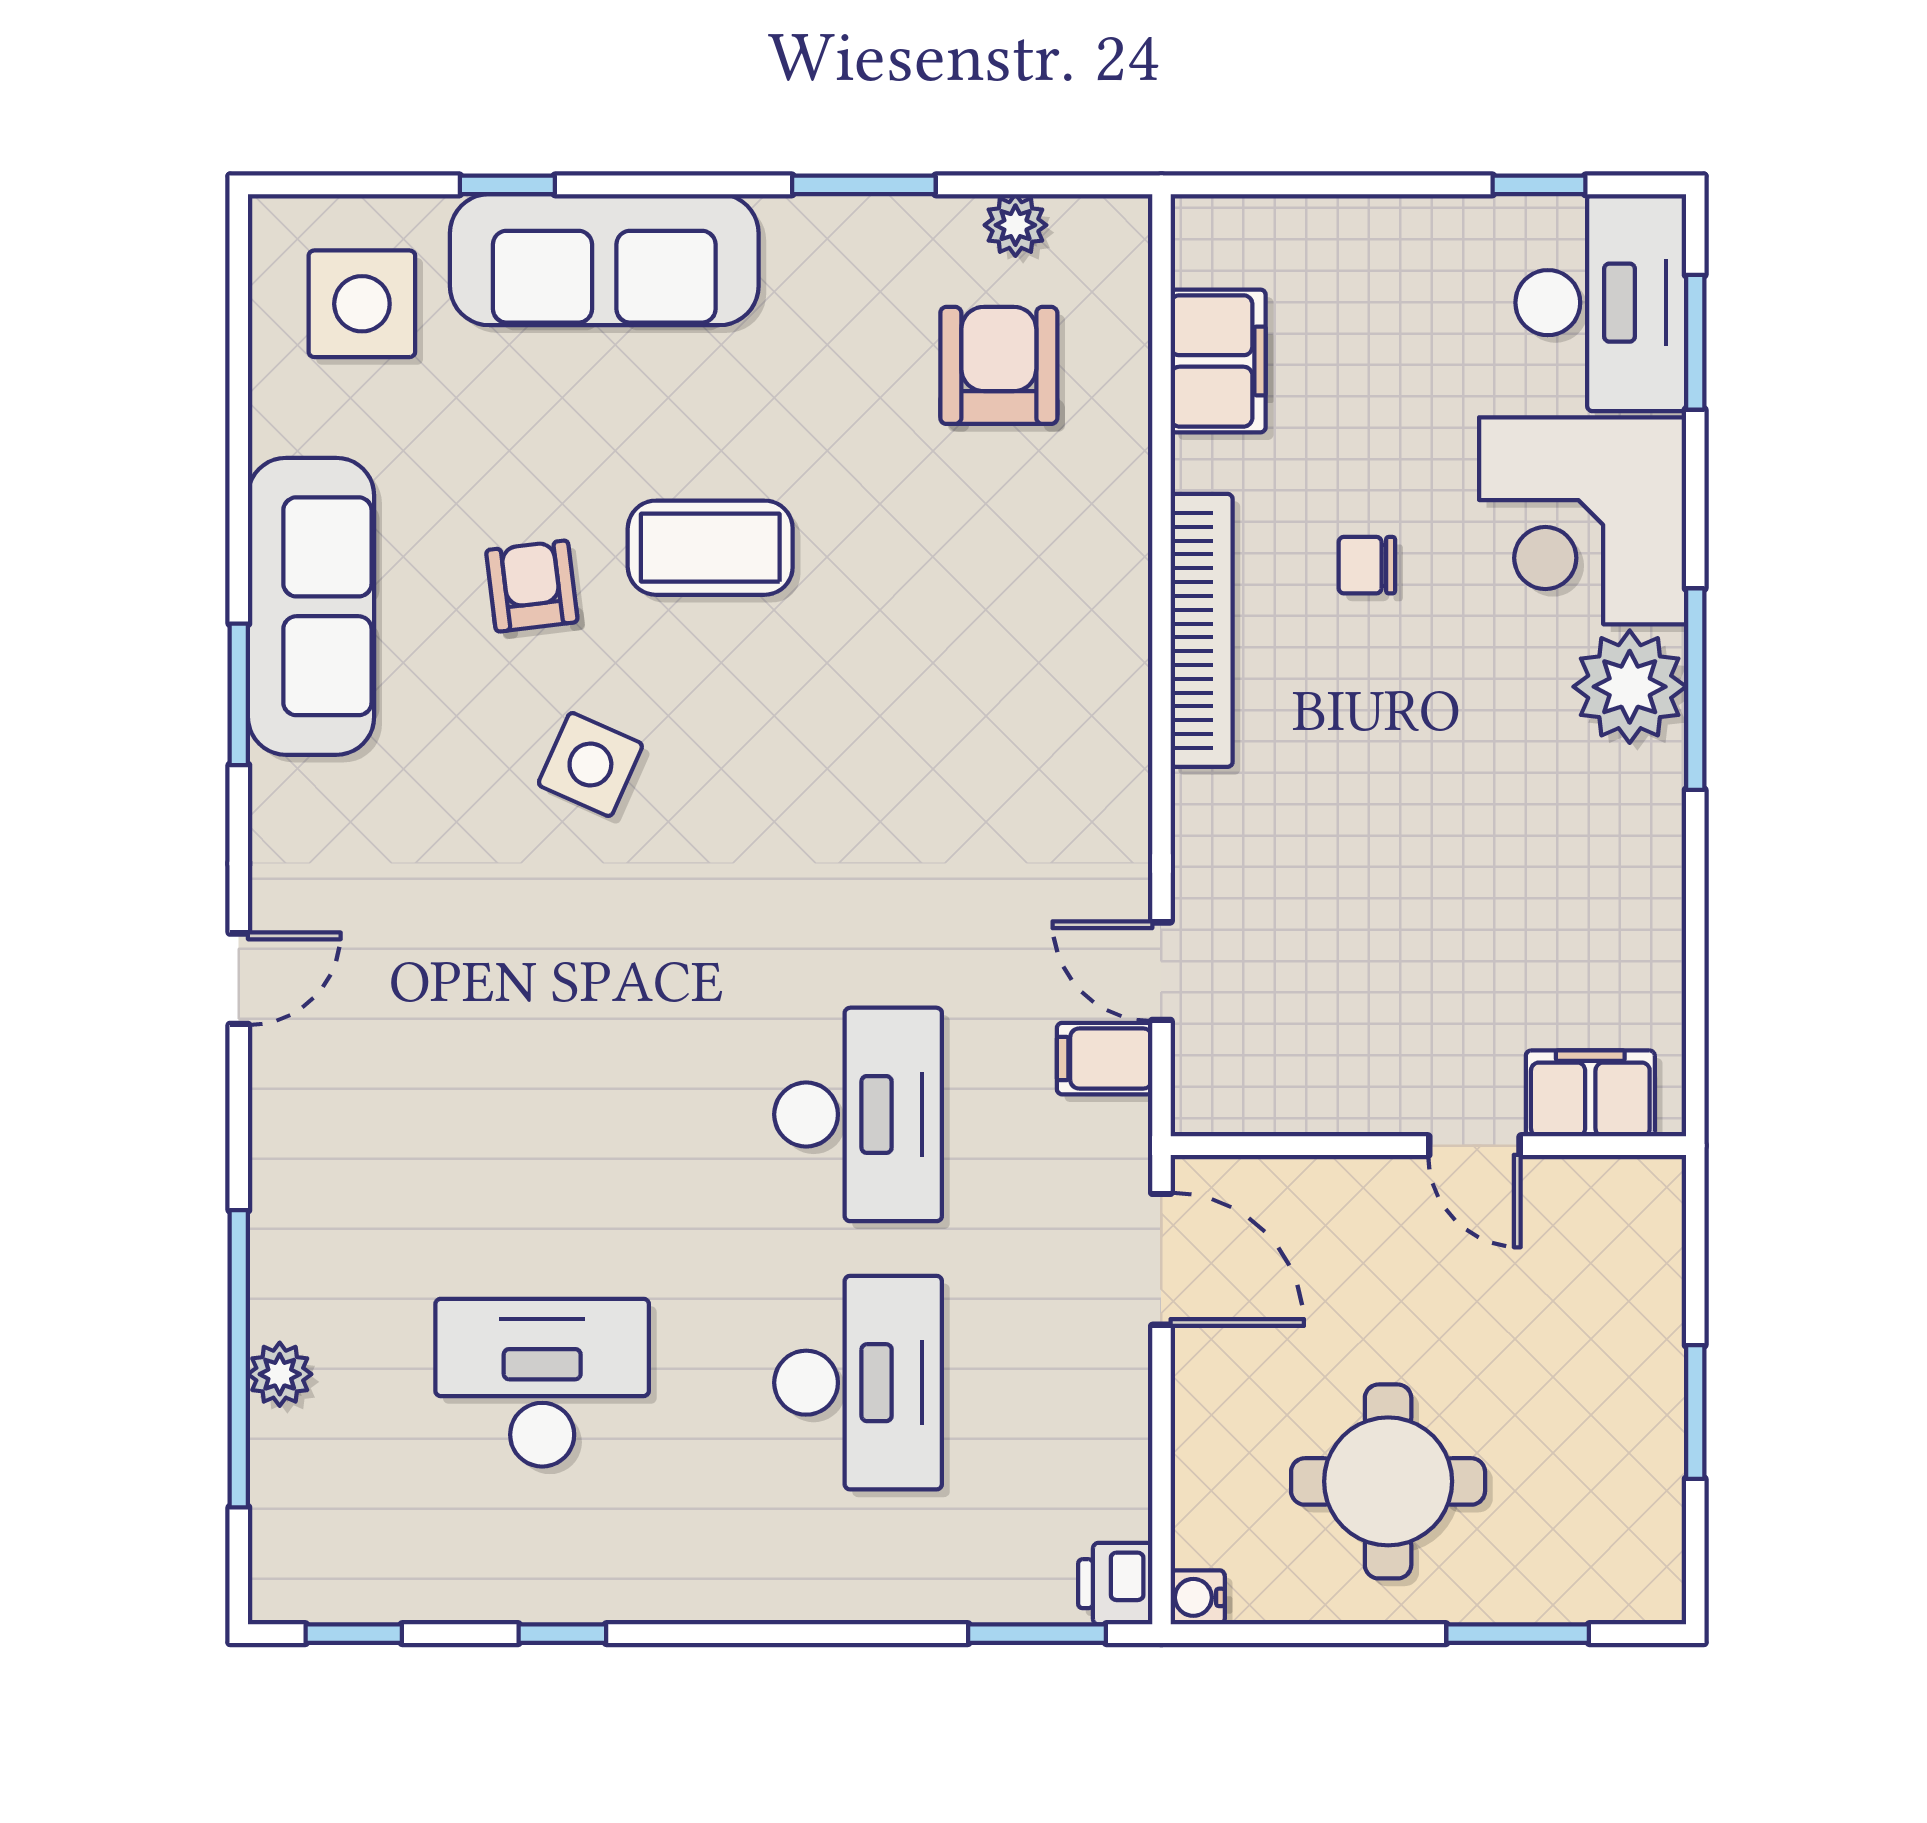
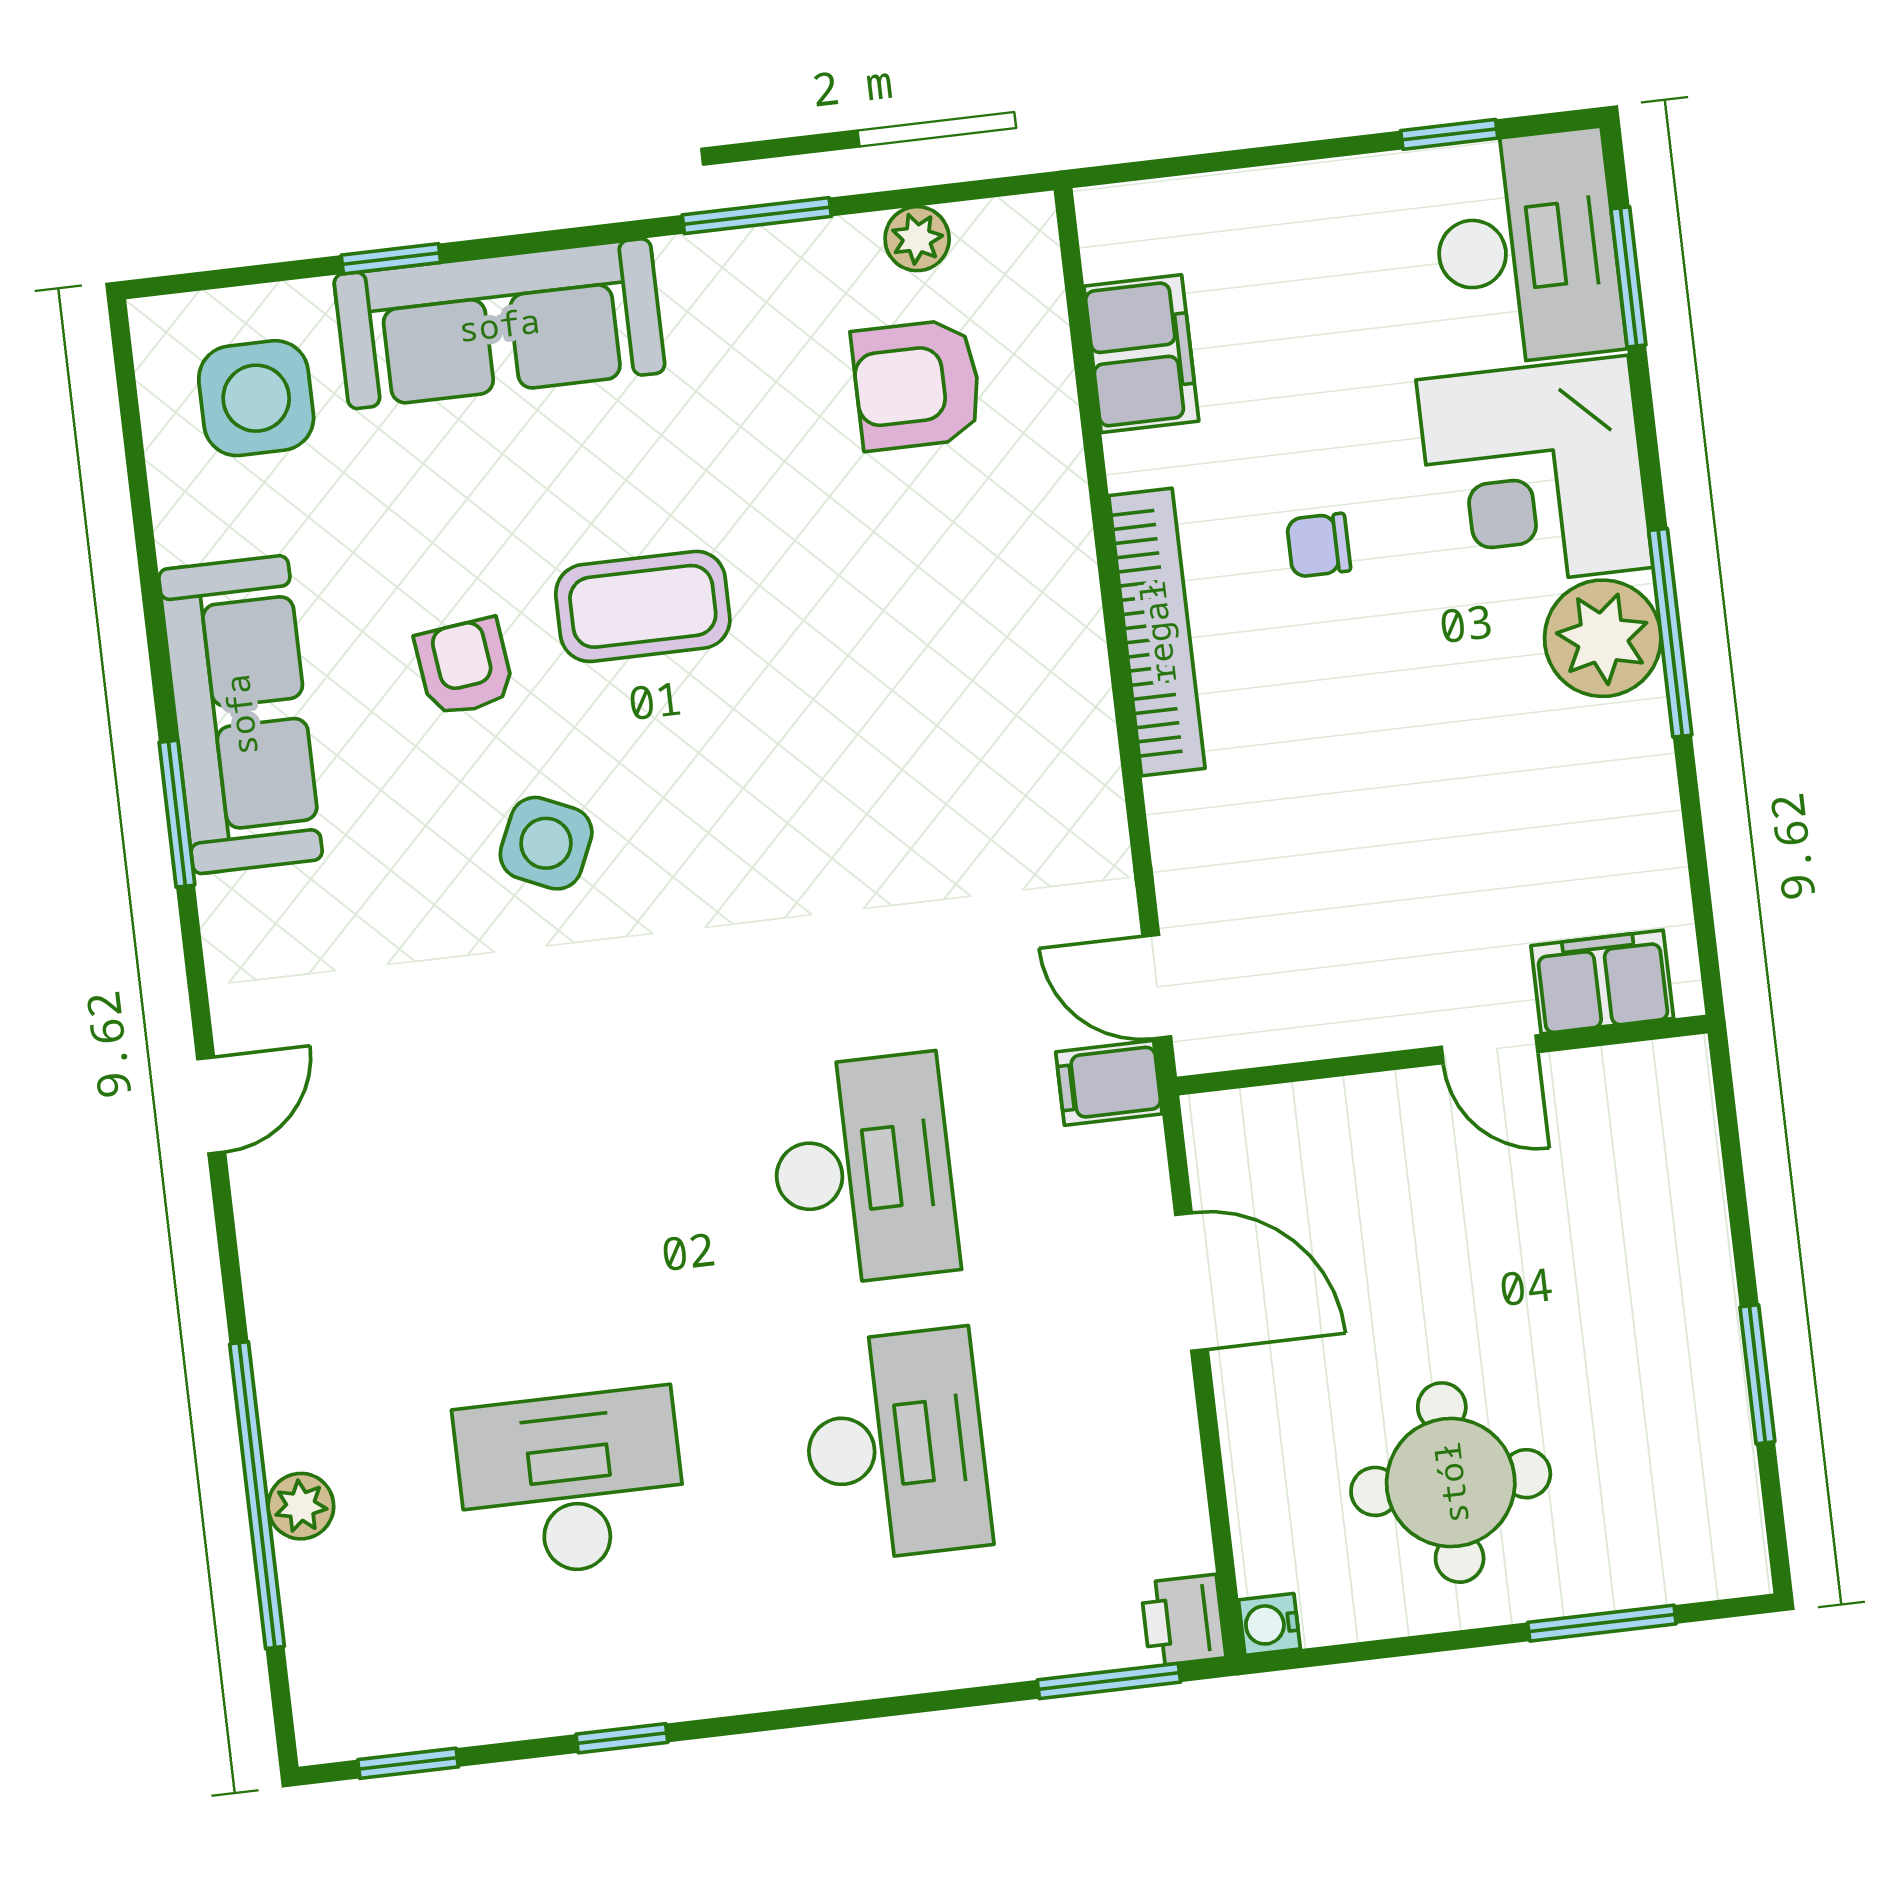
armchair: (999, 365) -> (917, 385), turned -90
filing cabinet: (1590, 1093) -> (1602, 982), moved
wall: (1428, 1146) -> (1442, 1055), moved
door: (1474, 1146) -> (1490, 1049), moved

